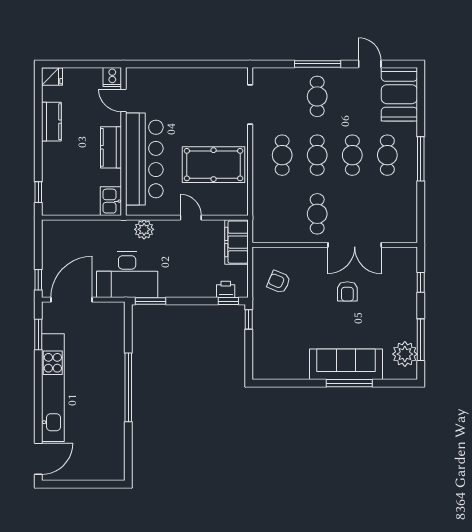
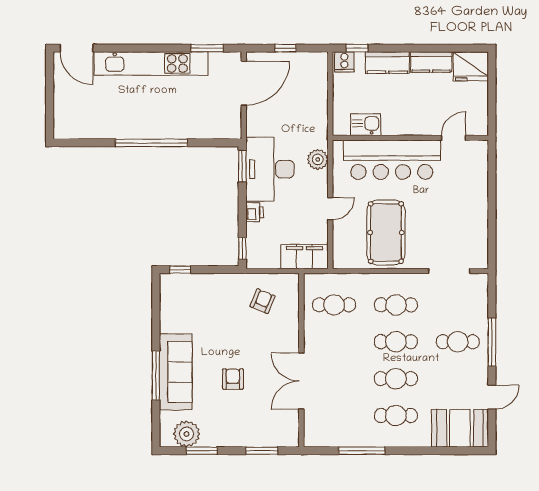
fridge: (52, 77) -> (470, 66), width x1.88, depth x1.34
cooker: (112, 77) -> (344, 62), moved, turned -90
kitchen counter: (111, 147) -> (387, 63), moved, turned 180
window: (421, 159) -> (362, 451), moved
kitchen sink: (111, 201) -> (366, 125), moved
cafe table: (317, 214) -> (334, 305), moved
desk: (127, 275) -> (270, 169), moved
window: (38, 280) -> (285, 48), moved
window: (421, 282) -> (262, 451), width x1.50
printer: (226, 289) -> (255, 212), moved
armchair: (347, 291) -> (233, 379), moved, turned 90
door: (72, 300) -> (244, 83), hinge flipped
window: (249, 319) -> (180, 270), moved
window: (421, 340) -> (202, 451), width x0.69

